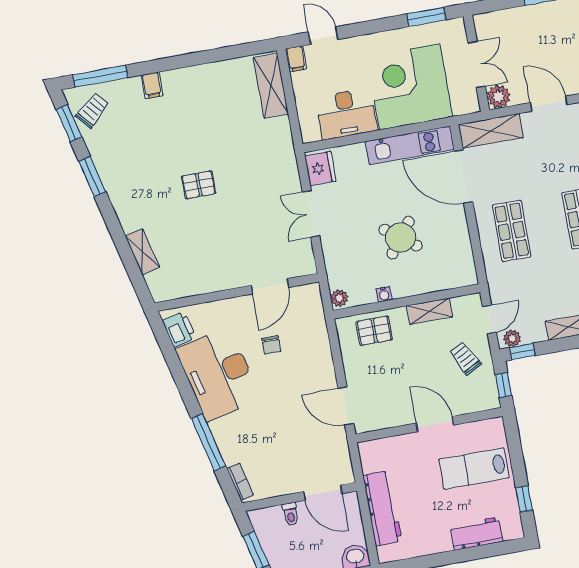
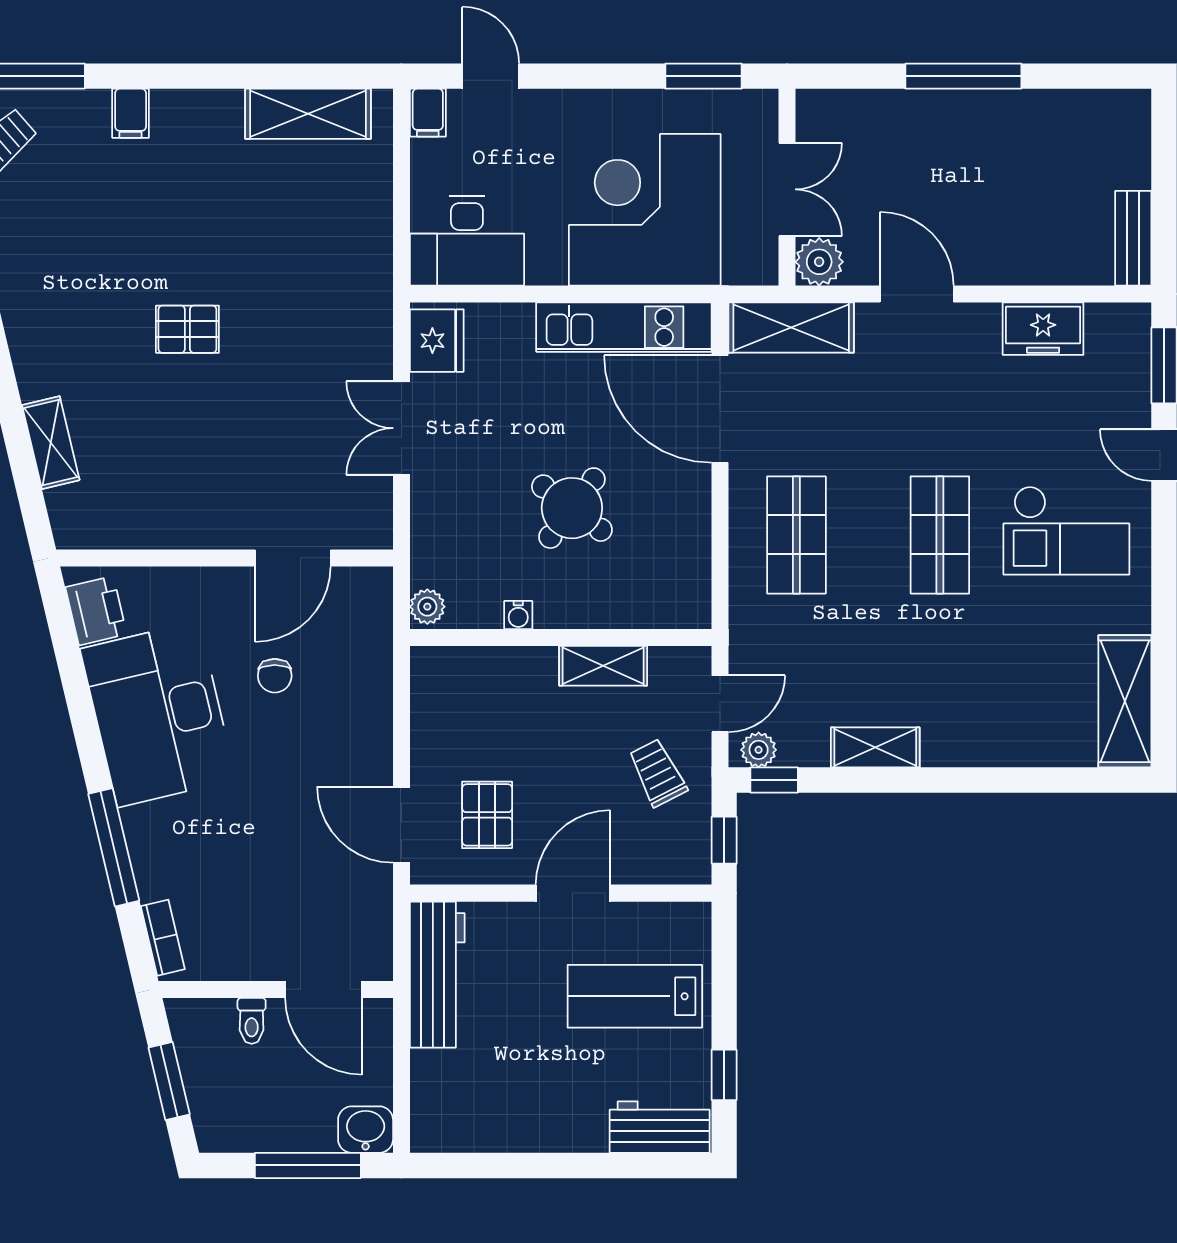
shelving: (271, 86) -> (308, 114), moved, turned 90
desk: (346, 114) -> (467, 241), moved
pallet: (374, 331) -> (487, 815), moved, turned 90
door: (435, 424) -> (573, 893), hinge flipped
workbench: (382, 508) -> (437, 975), moved
workbench: (476, 534) -> (660, 1127), moved

